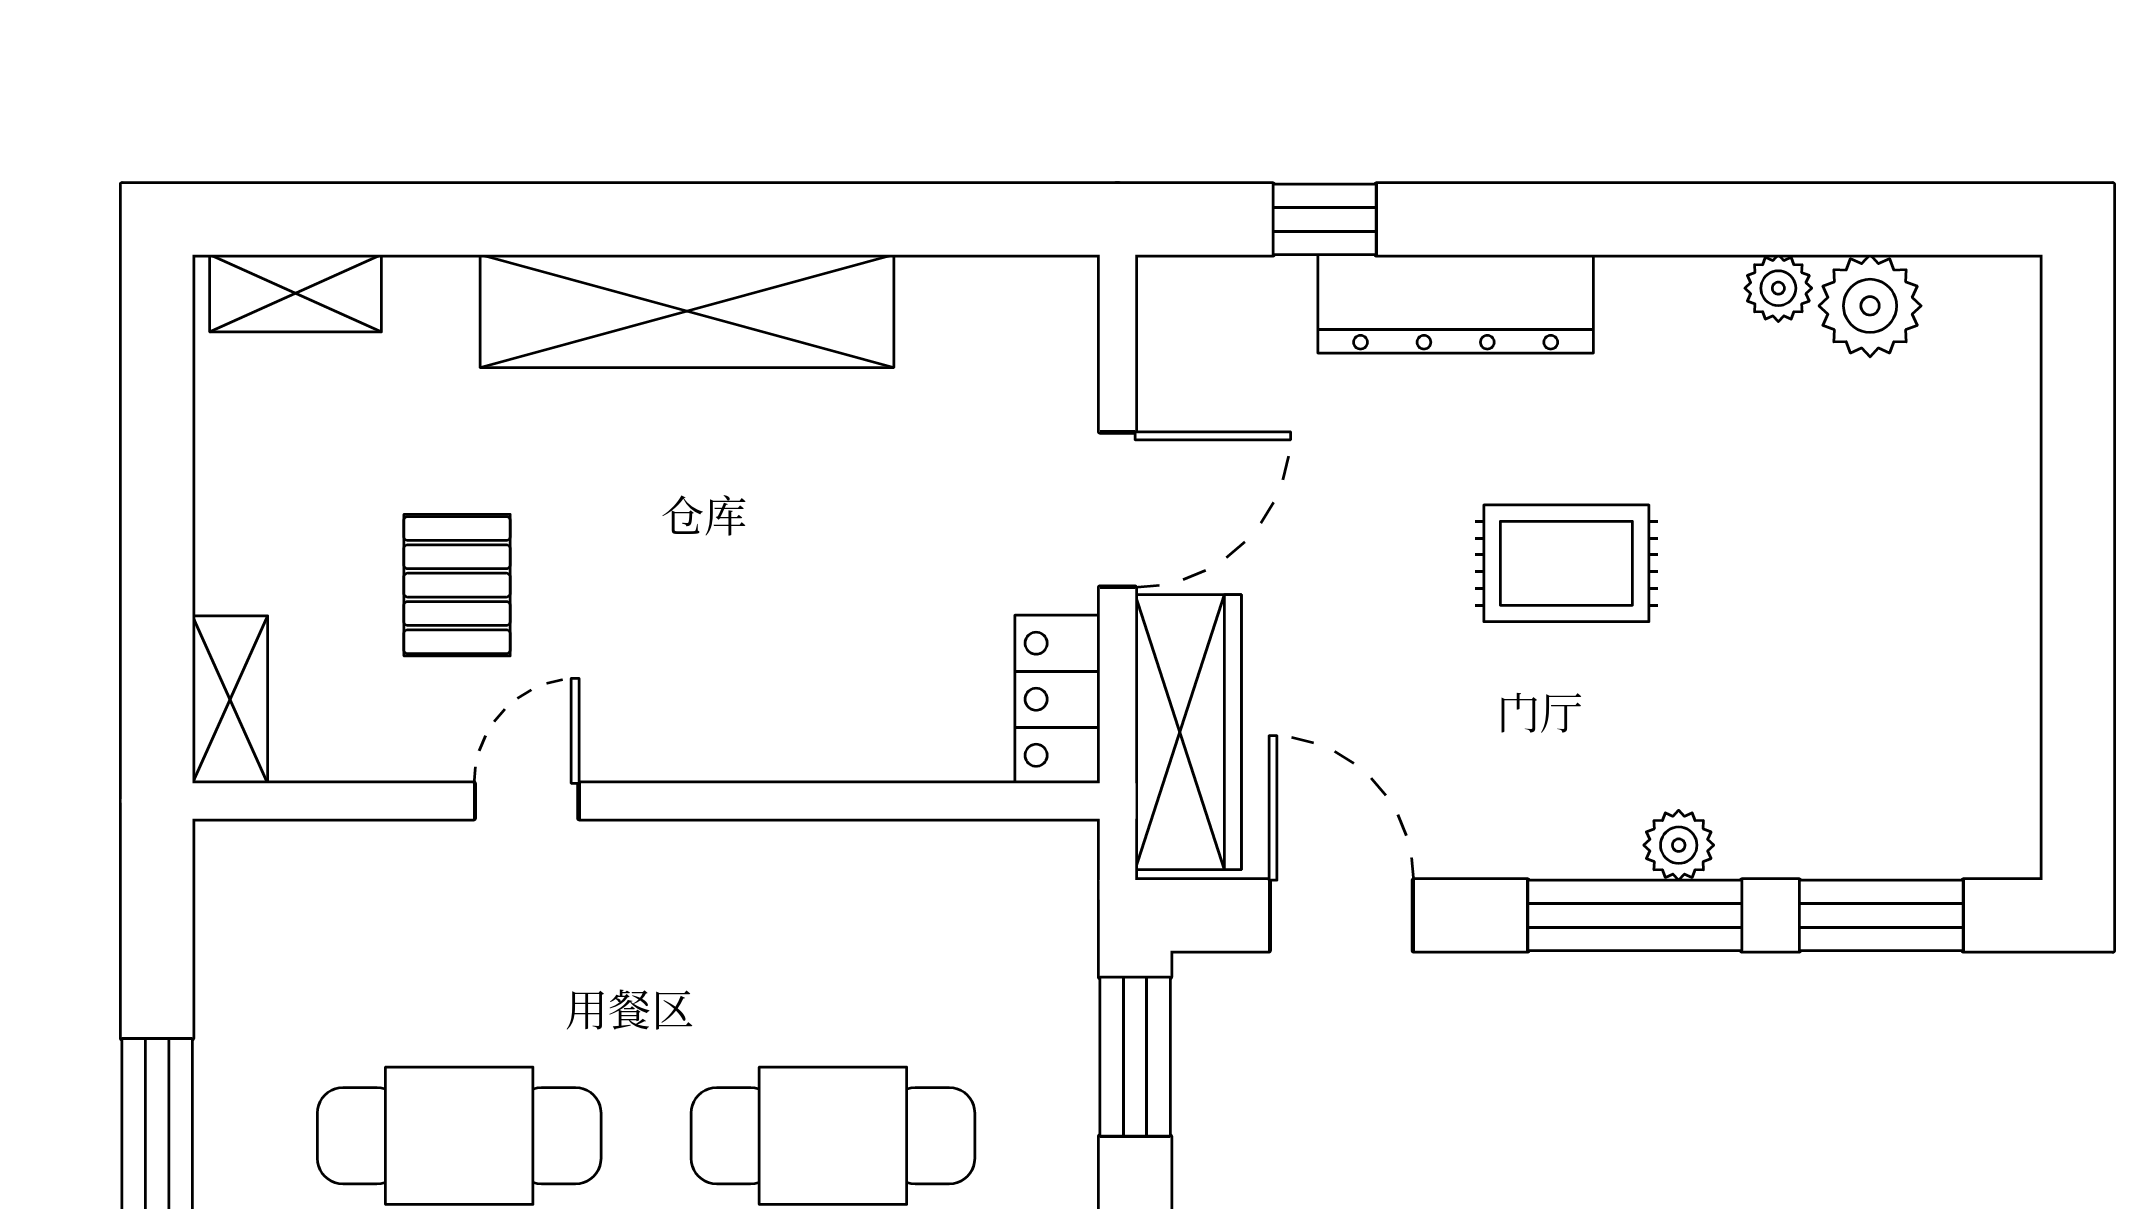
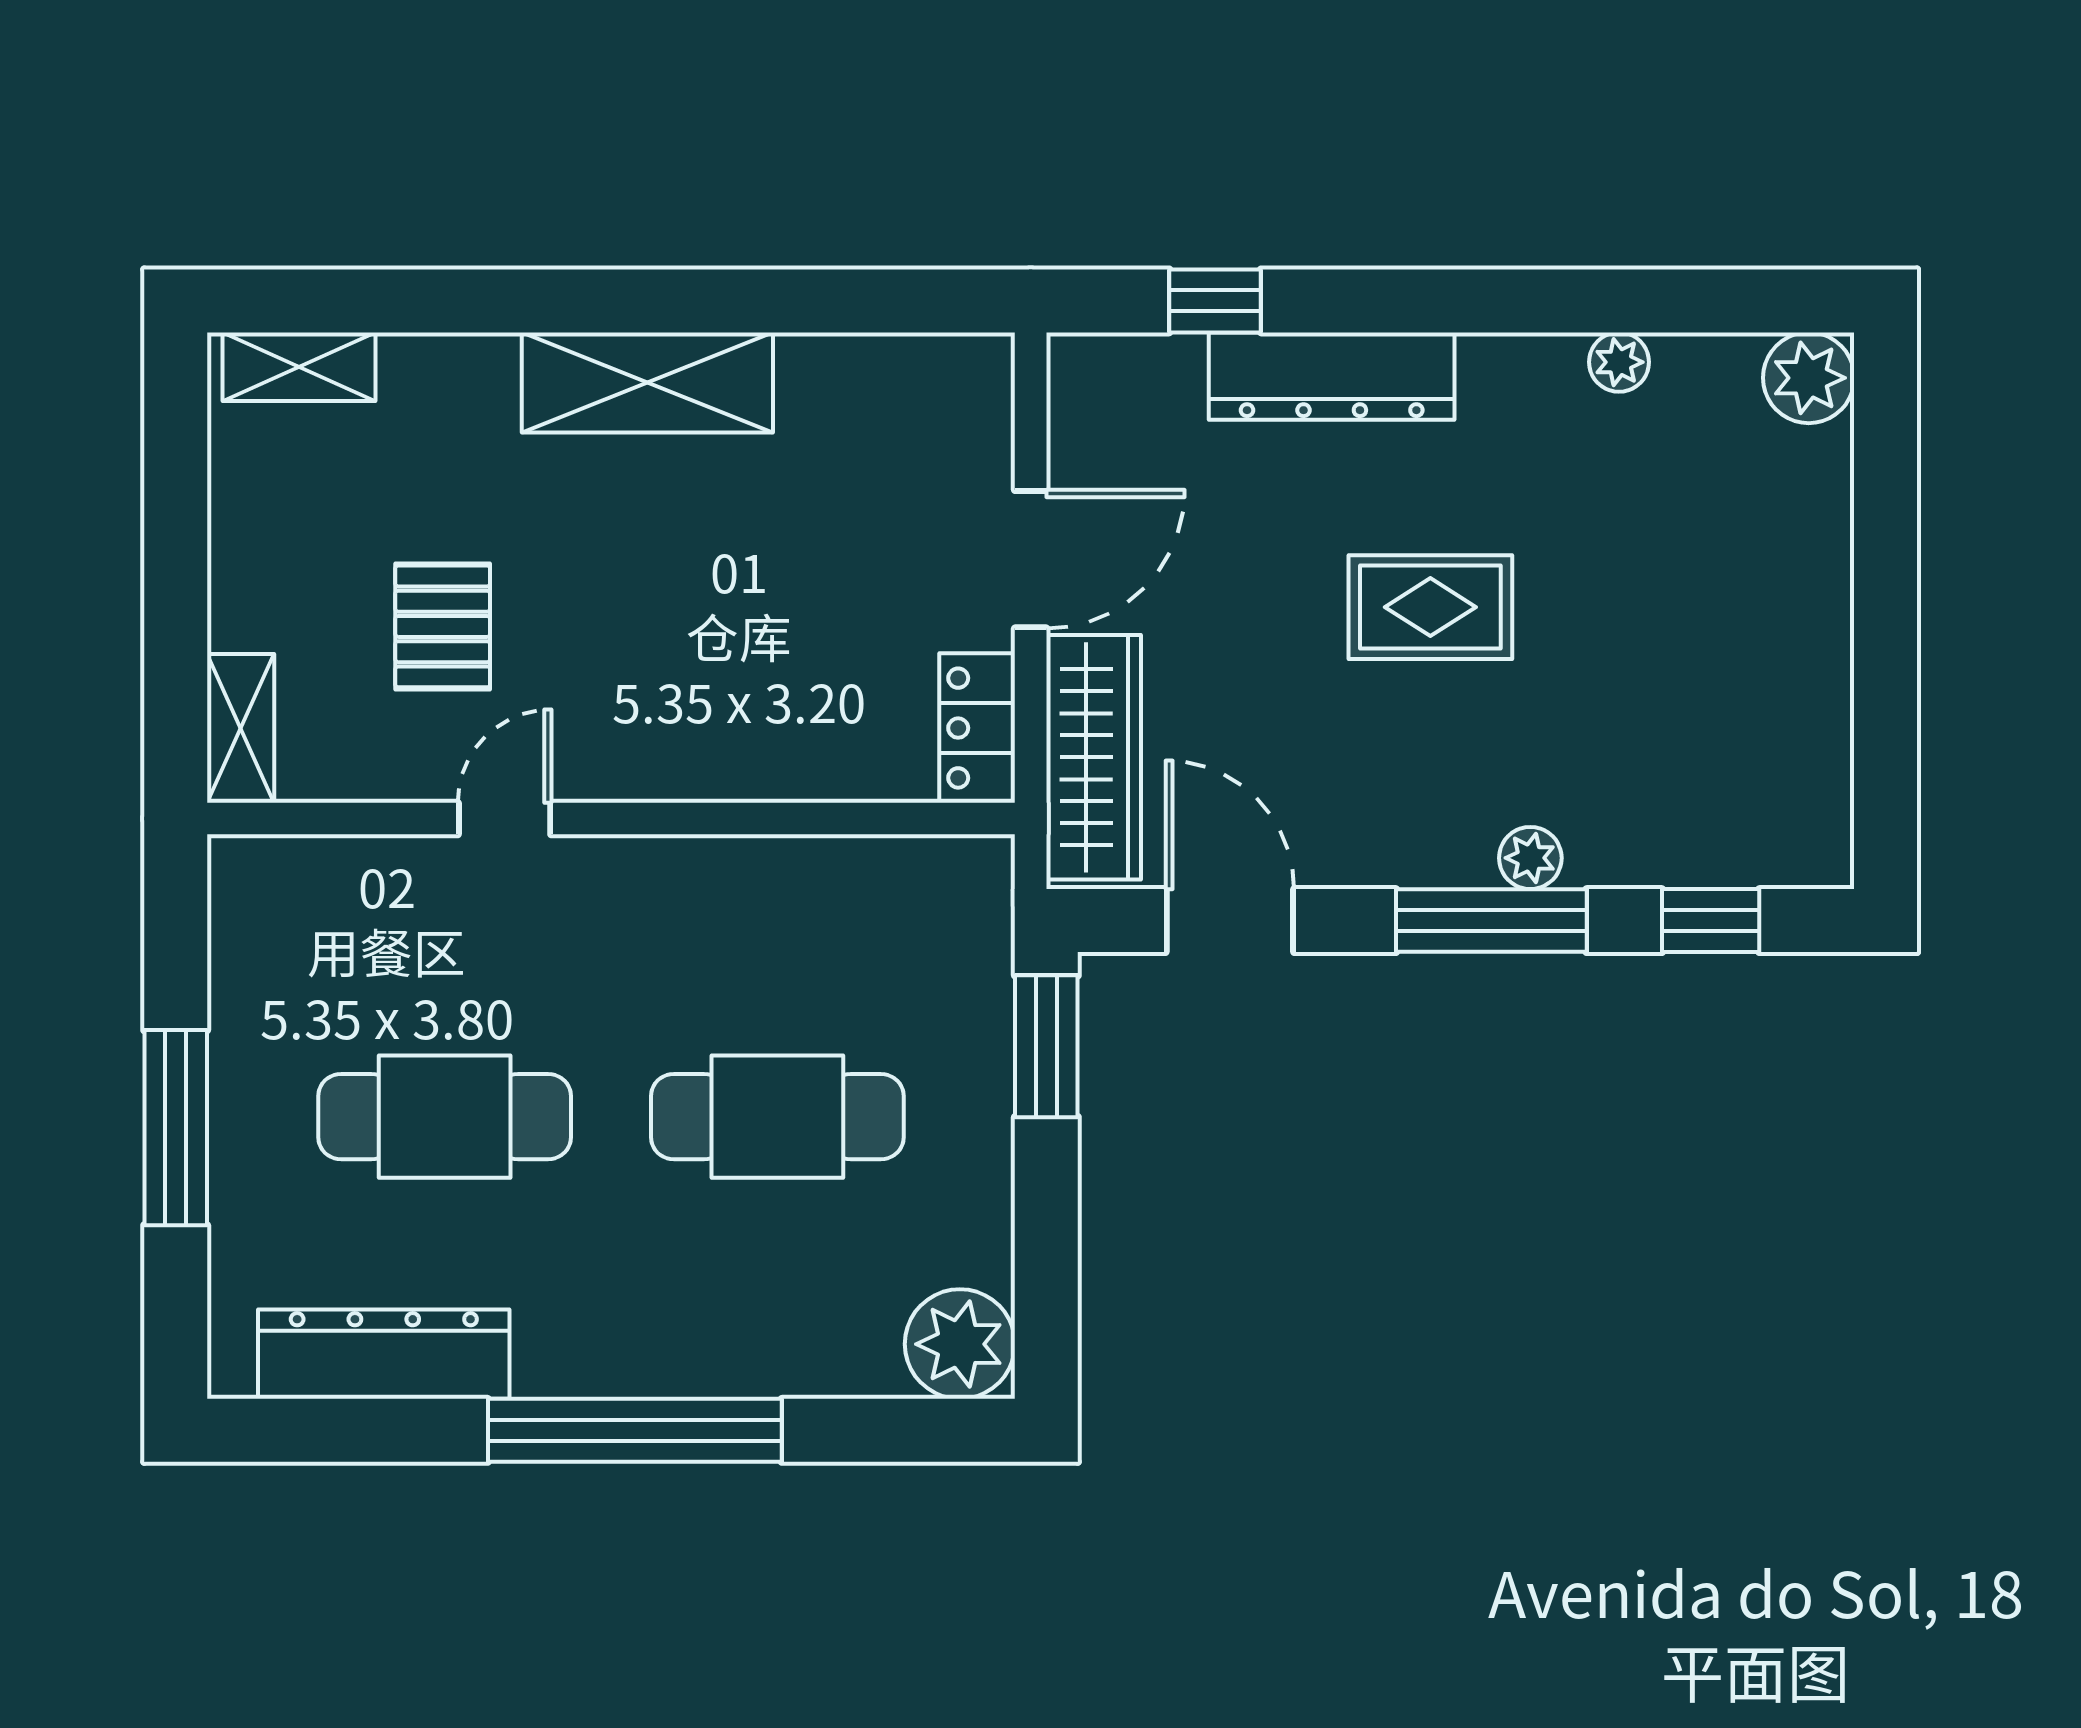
plant: (1870, 306) -> (1809, 378), moved
shelving: (687, 311) -> (647, 382), width x0.68
window: (1881, 915) -> (1711, 921), width x0.67

